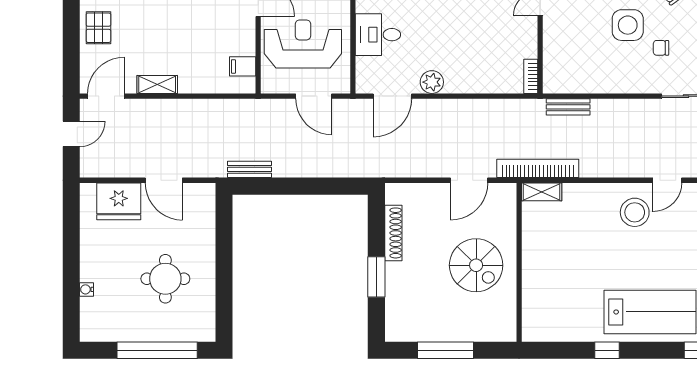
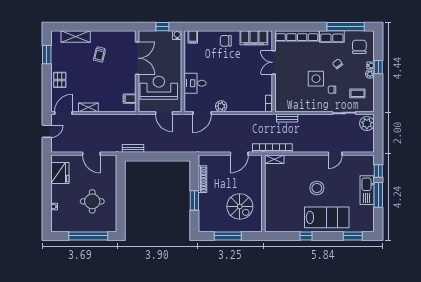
fridge: (119, 201) -> (60, 173), moved, turned -90
stool: (635, 212) -> (317, 188), moved
spiral stairs: (476, 265) -> (240, 206), moved

